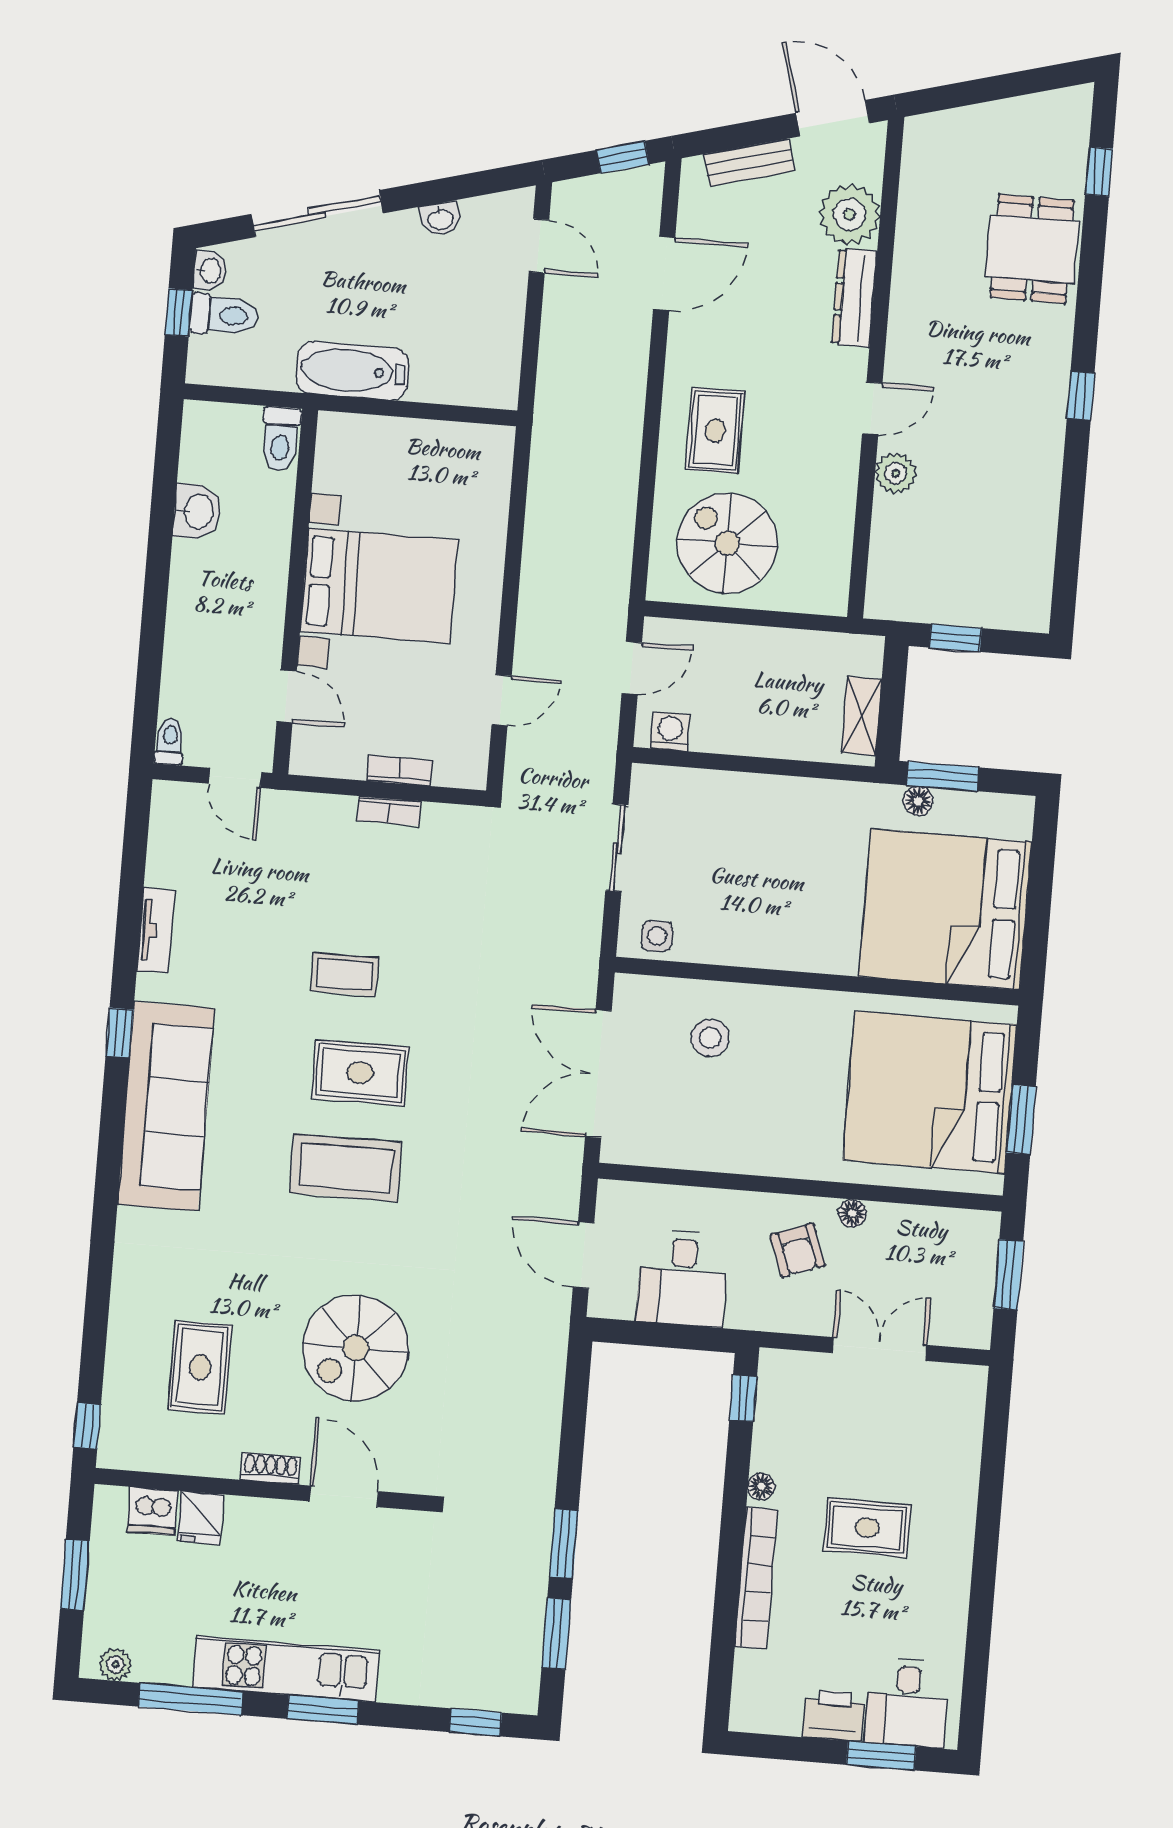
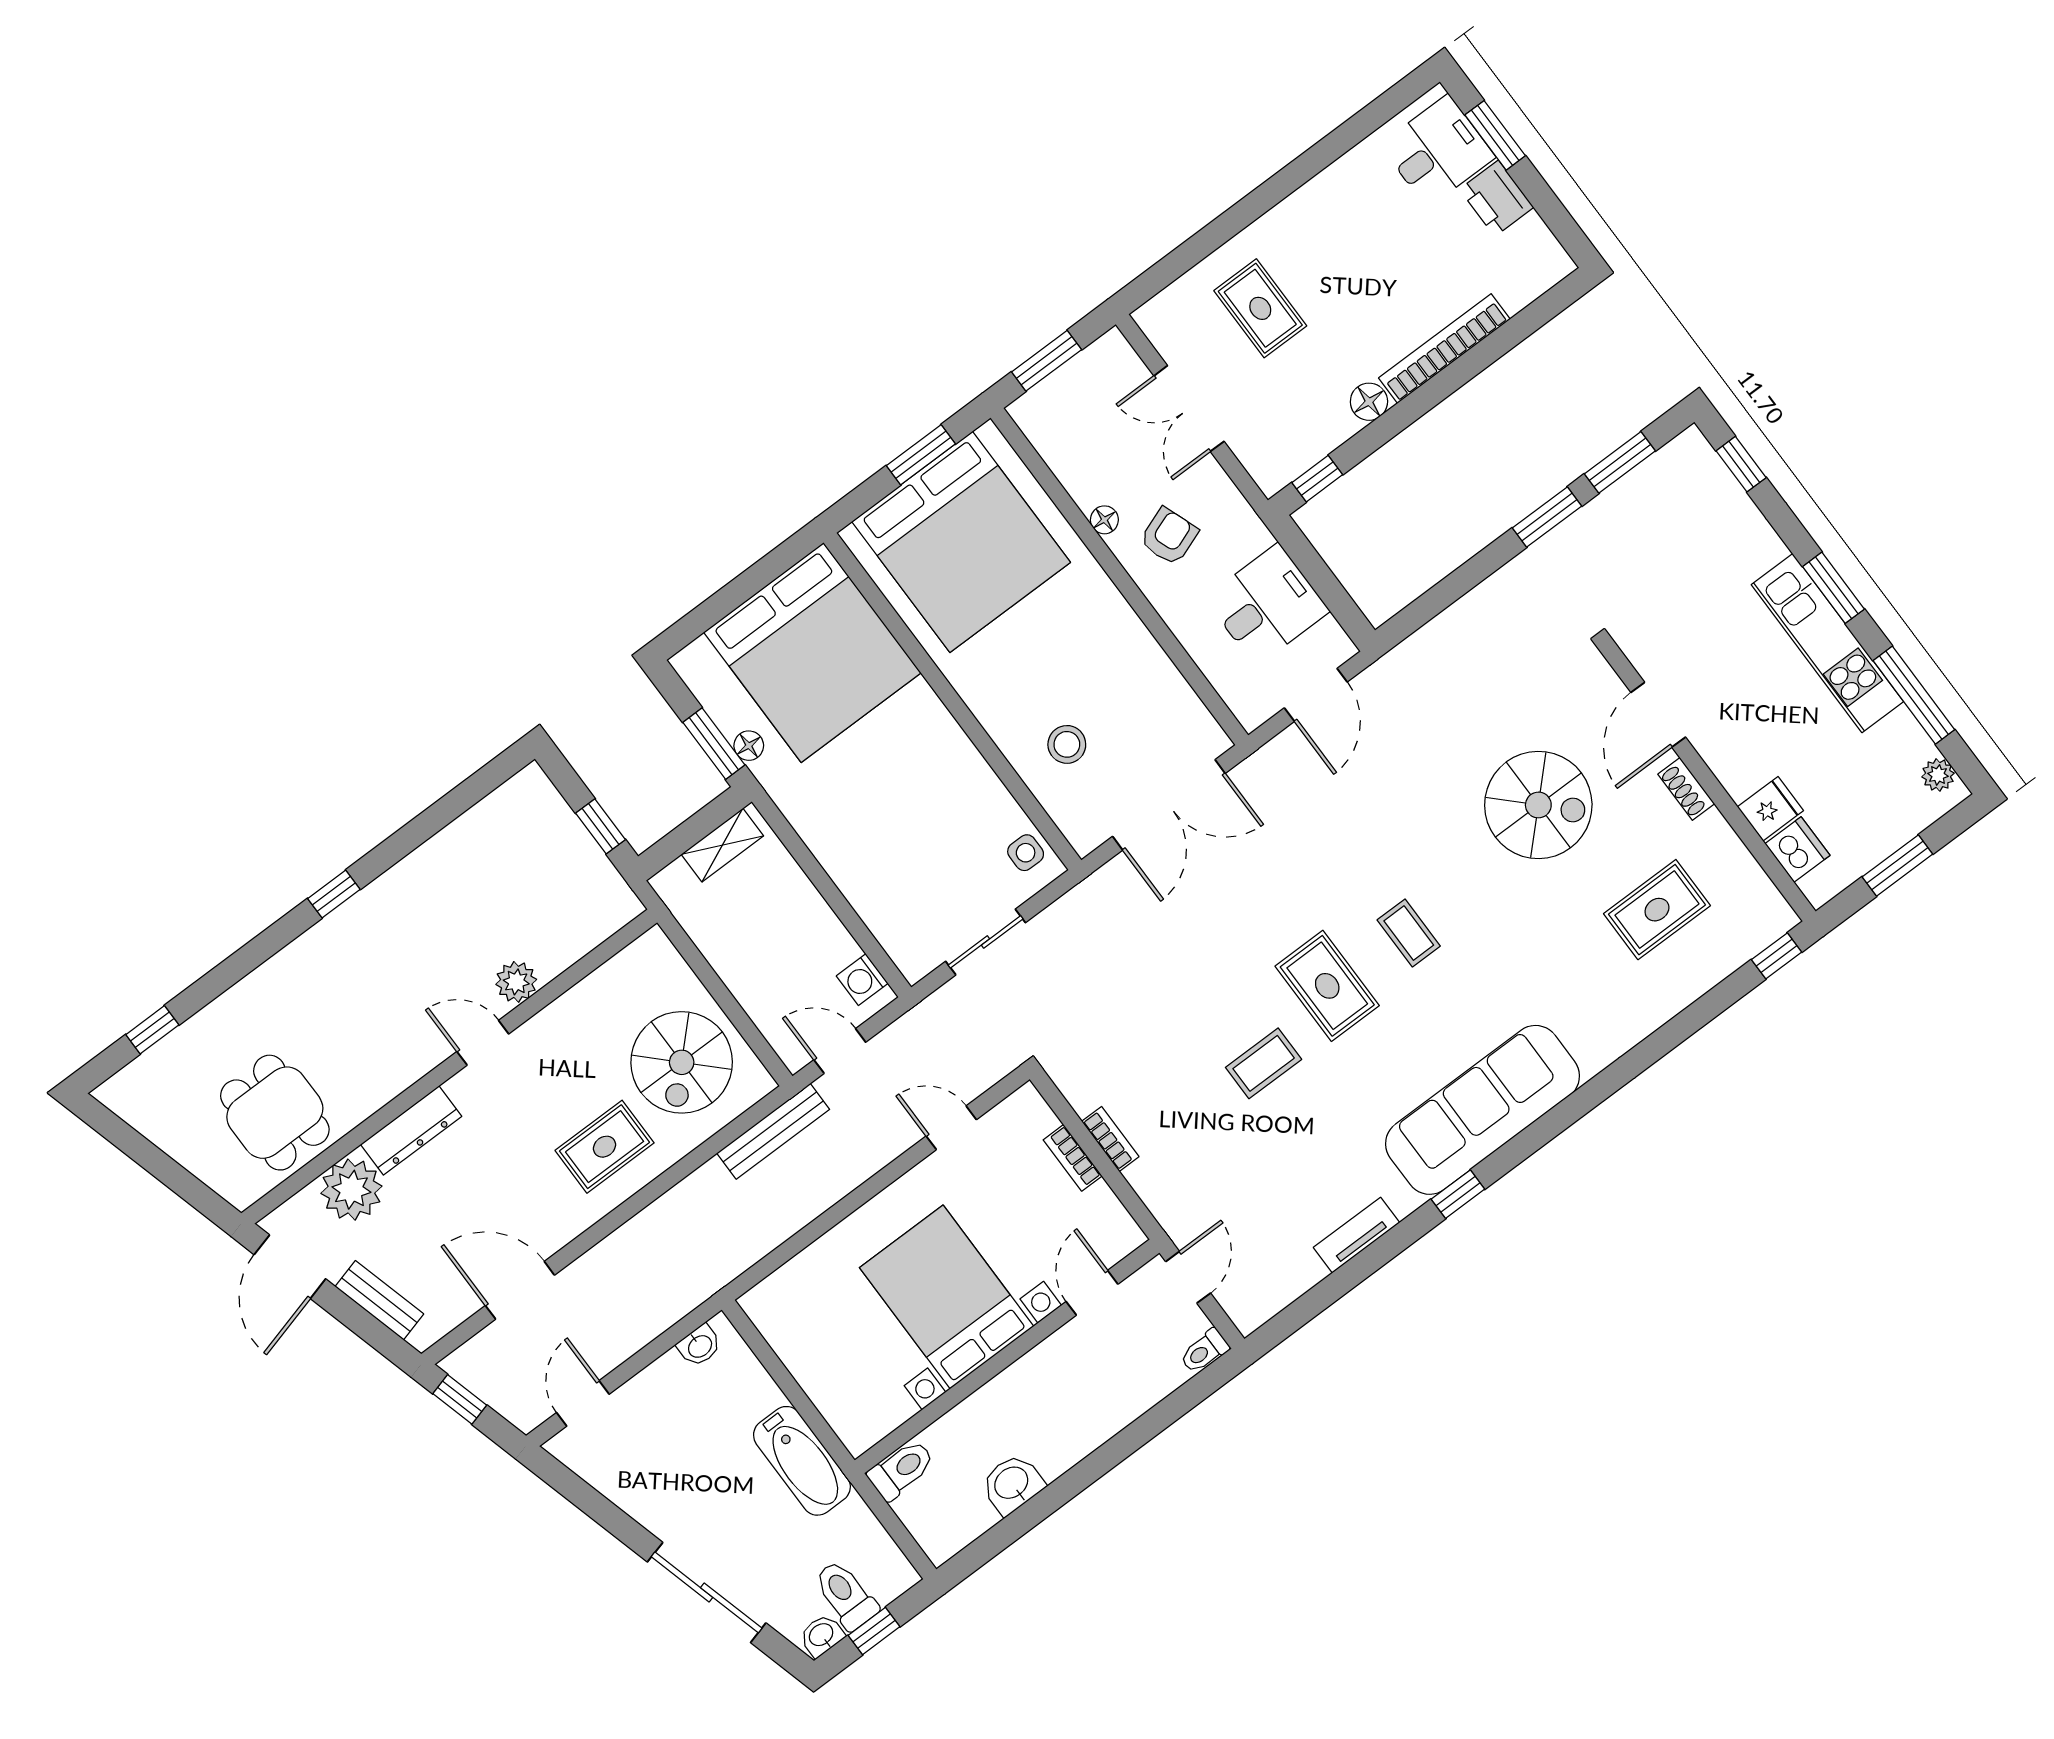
washbasin: (441, 219) -> (699, 1346), moved, turned 105
dining table: (1032, 249) -> (275, 1113), moved, turned 90
bench: (616, 566) -> (773, 1131), added
coffee table: (344, 974) -> (1264, 1063), turned 90
coffee table: (346, 1168) -> (1409, 933), width x0.54, depth x0.58
floor lamp: (761, 1487) -> (1369, 402), width x1.37, depth x1.37
rug: (867, 1528) -> (1260, 308), moved

